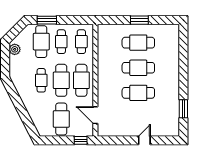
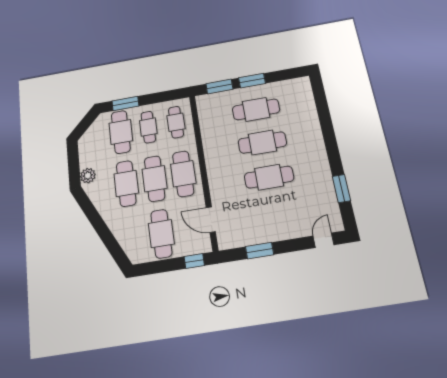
window: (116, 20) -> (219, 87), added
plant: (15, 49) -> (88, 176), moved
cafe table: (41, 80) -> (126, 183), width x1.37, depth x1.35
window: (123, 140) -> (260, 251), added
door: (144, 140) -> (323, 240), moved

